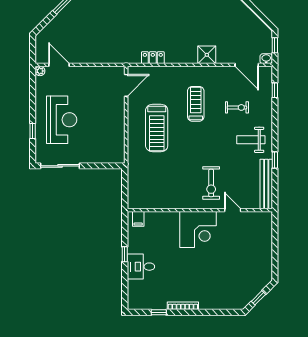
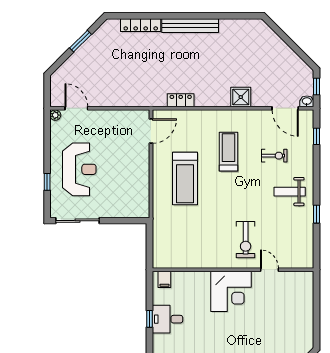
bench: (266, 184) -> (307, 241), removed
desk: (141, 267) -> (167, 319), moved

